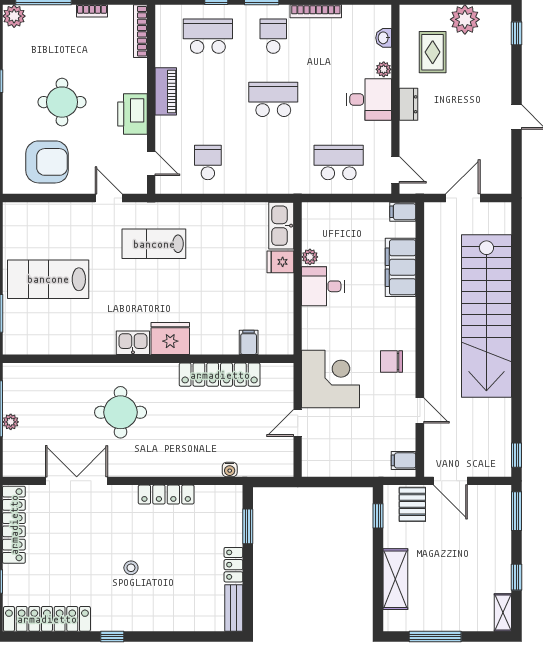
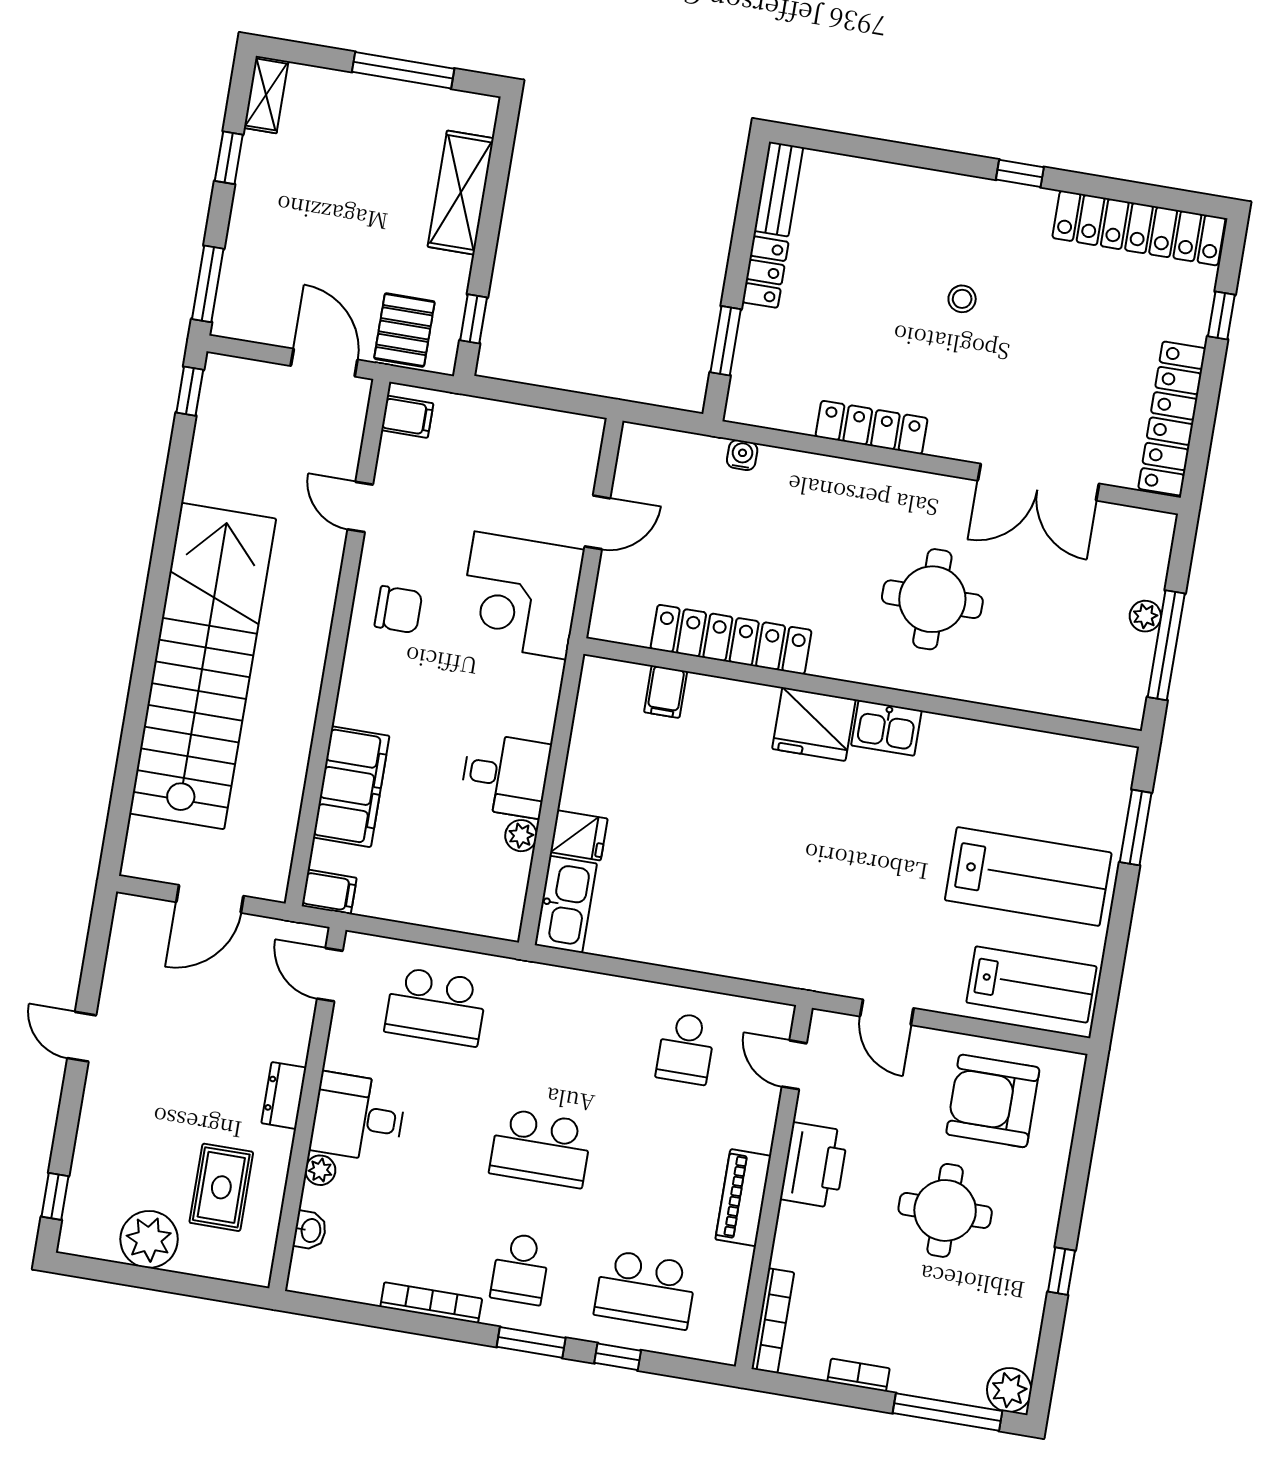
lab bench: (154, 244) -> (1031, 984), moved

